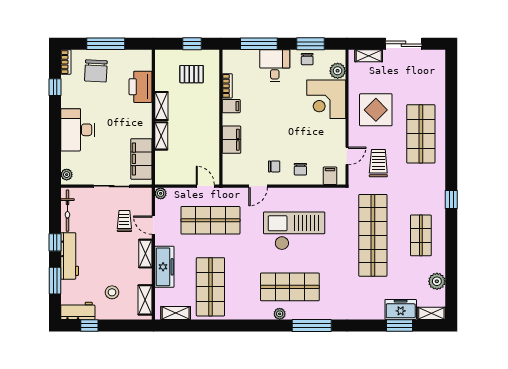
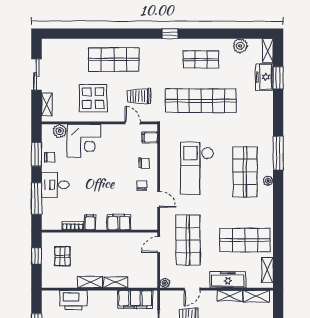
shelving: (145, 254) -> (230, 296), moved

